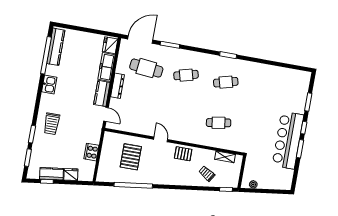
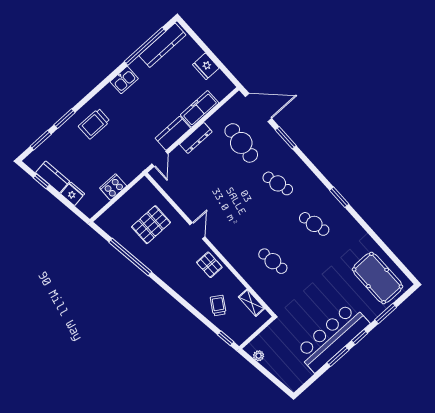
fridge: (110, 45) -> (206, 66), moved, turned -90
pool table: (287, 85) -> (378, 278), added

